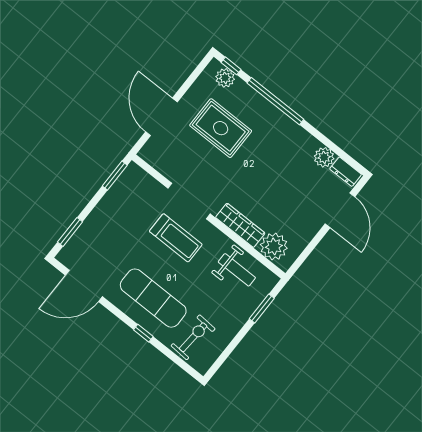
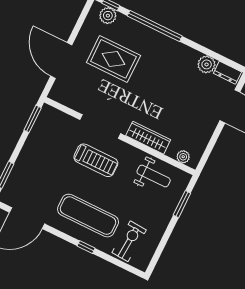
plant: (274, 246) -> (183, 157), width x0.53, depth x0.53

